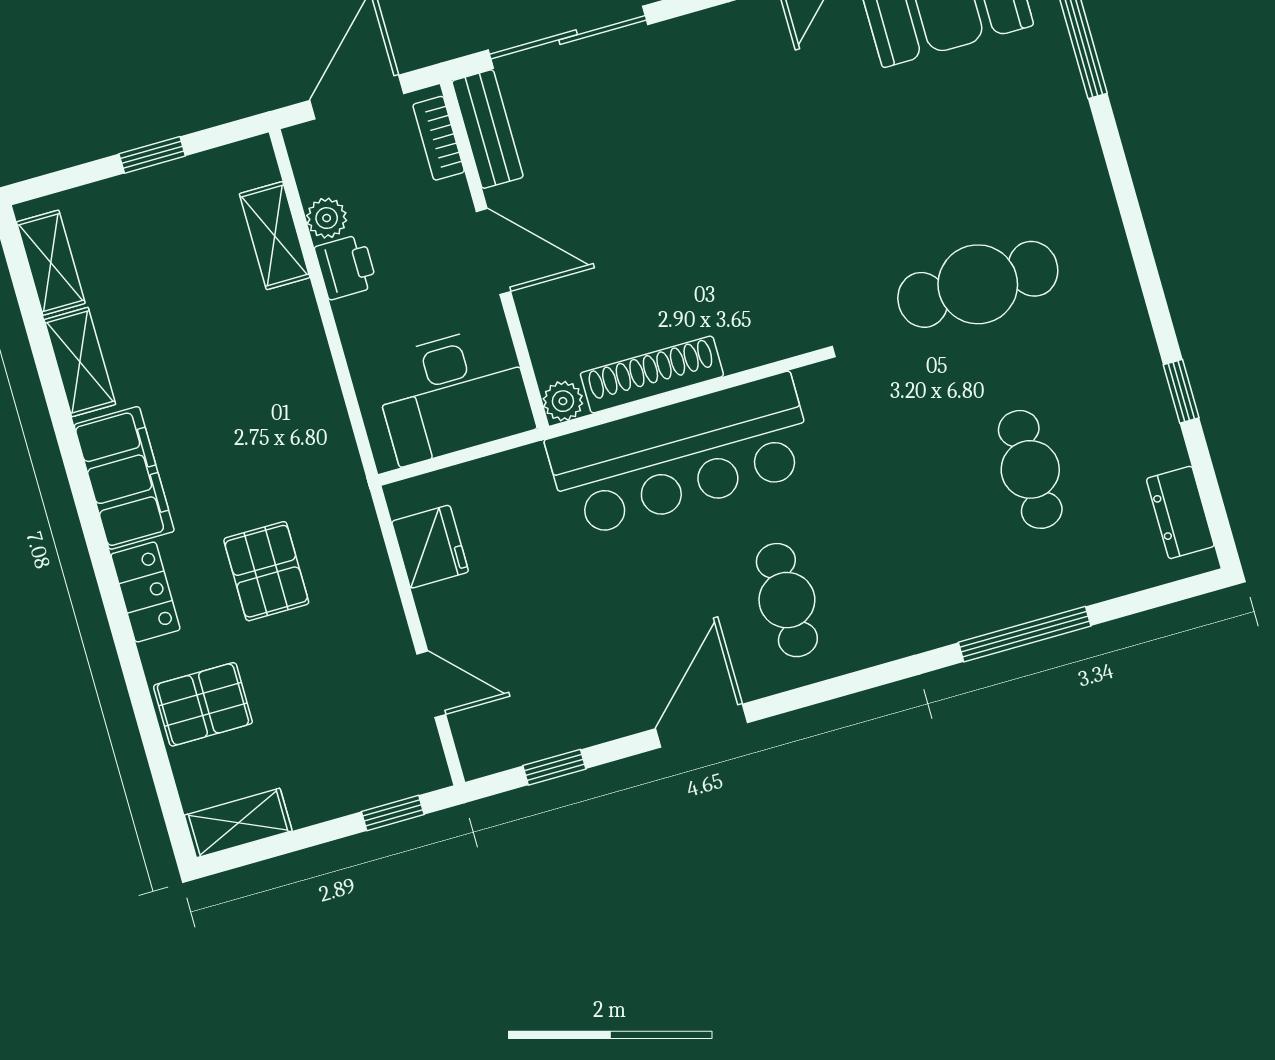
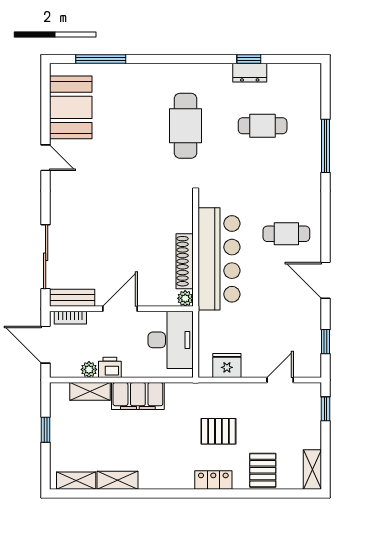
filing cabinet: (124, 478) -> (138, 396), moved, turned 180
dresser: (1180, 512) -> (250, 73), moved

